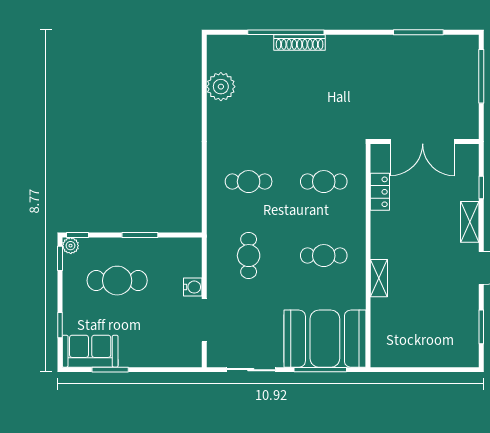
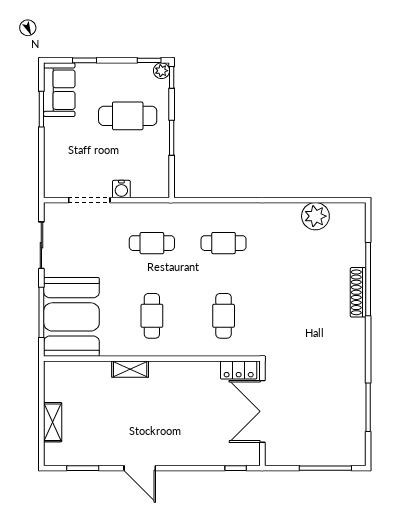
cafe table: (249, 182) -> (224, 243), turned 90
window: (481, 187) -> (236, 468), moved
locker: (380, 192) -> (239, 370), moved
shelving: (470, 222) -> (53, 422), moved, turned 90
cafe table: (117, 281) -> (128, 116), turned 90

